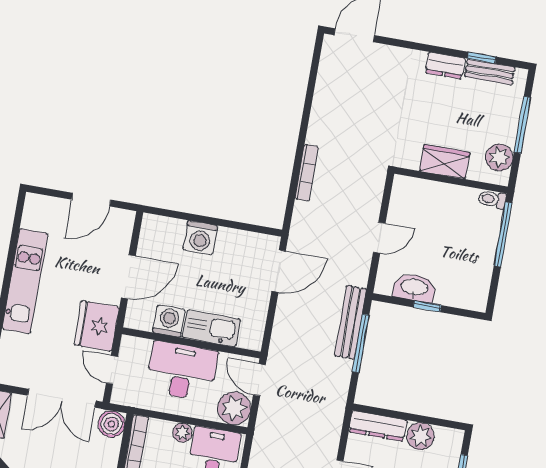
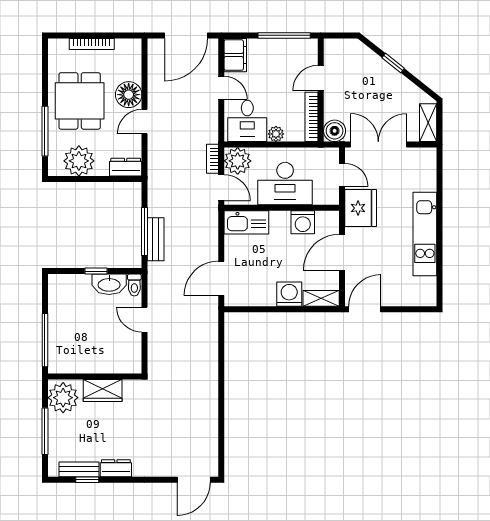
plant: (499, 157) -> (63, 398), width x1.36, depth x1.36
bookcase: (307, 173) -> (212, 159), moved, width x0.64
toilet: (492, 199) -> (134, 285), moved, turned 90
door: (91, 200) -> (365, 309), moved
shelving: (163, 226) -> (321, 298), added
door: (379, 238) -> (145, 320), hinge flipped
bench: (351, 322) -> (156, 239), width x0.73
kitchen sink: (211, 328) -> (246, 222), moved
dresser: (378, 426) -> (126, 167), width x0.70
plant: (420, 436) -> (79, 161), width x1.36, depth x1.36

